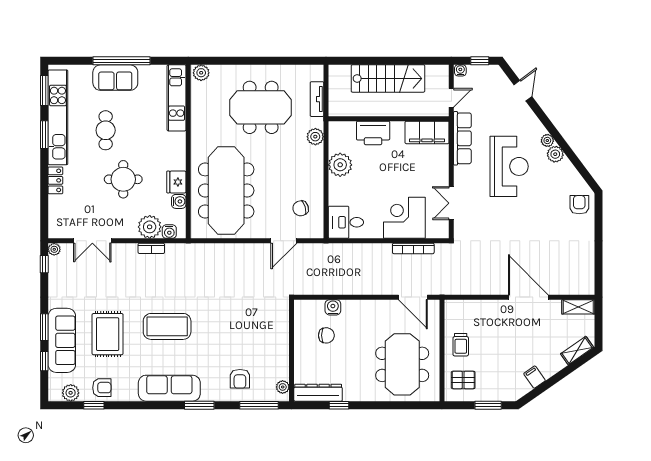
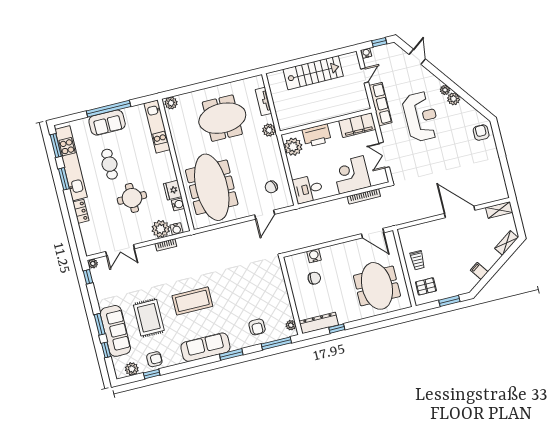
wall: (389, 119) -> (326, 122), moved
filing cabinet: (427, 132) -> (357, 125), moved
printer: (373, 133) -> (317, 135), moved

